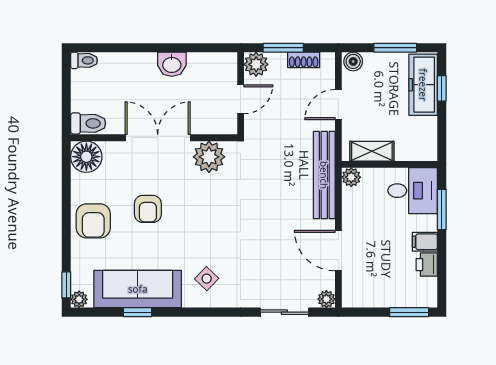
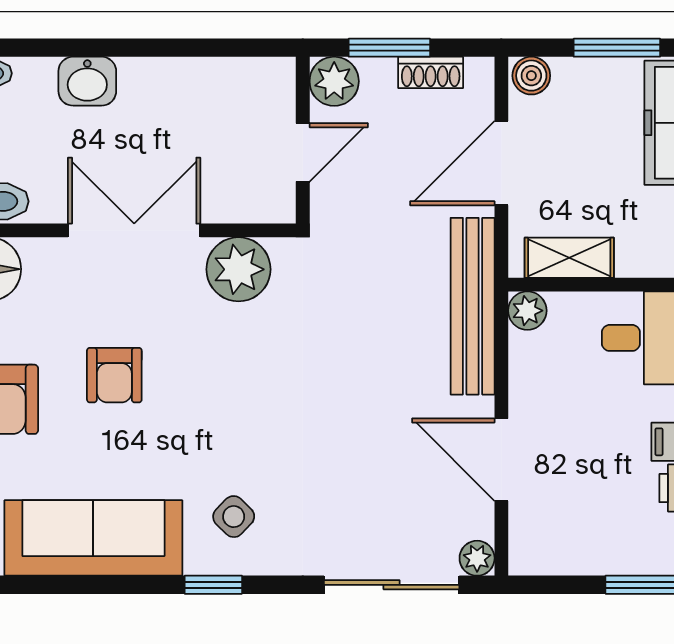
washbasin: (172, 64) -> (87, 81), moved
door: (338, 105) -> (501, 163), width x1.38
window: (138, 312) -> (213, 585), moved
sliding door: (284, 312) -> (392, 585), width x1.37

